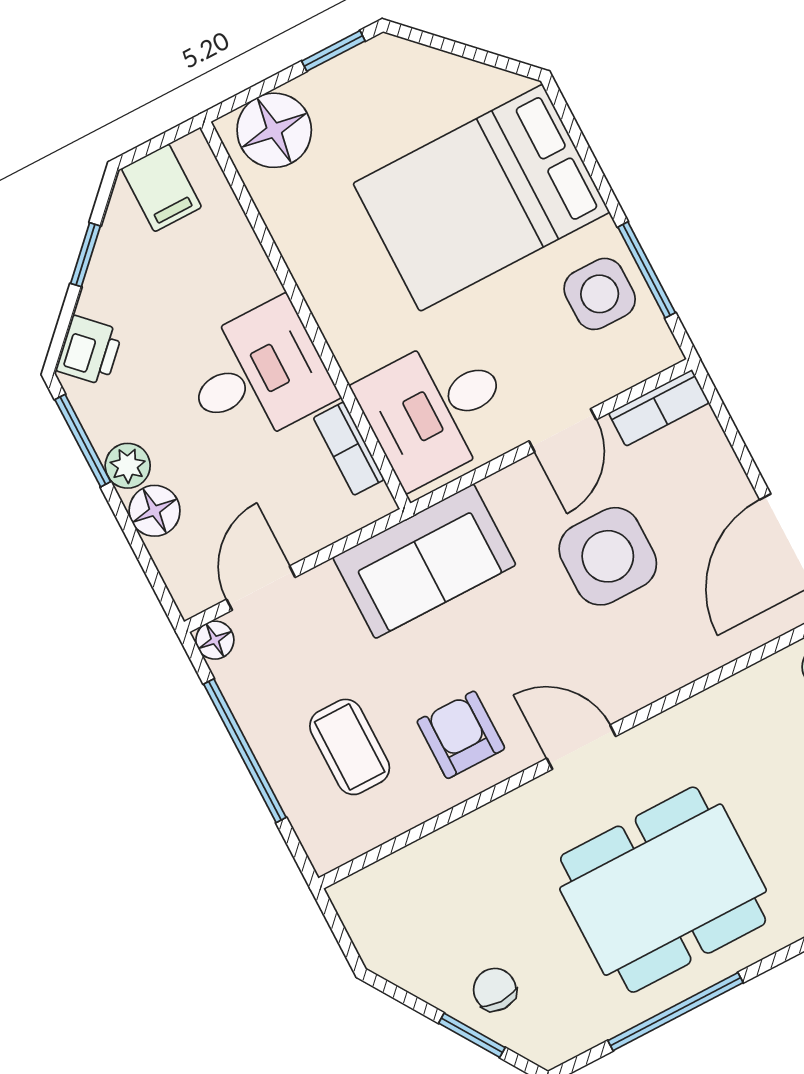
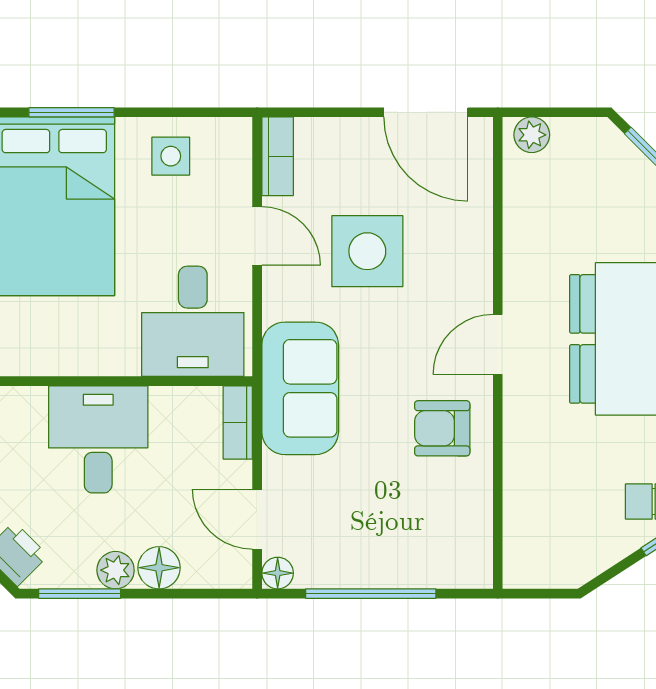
window: (647, 270) -> (71, 112), moved
side table: (600, 294) -> (171, 156), width x0.73, depth x0.73
bookcase: (349, 449) -> (238, 422), moved, turned 90
coffee table: (350, 747) -> (408, 515), removed

